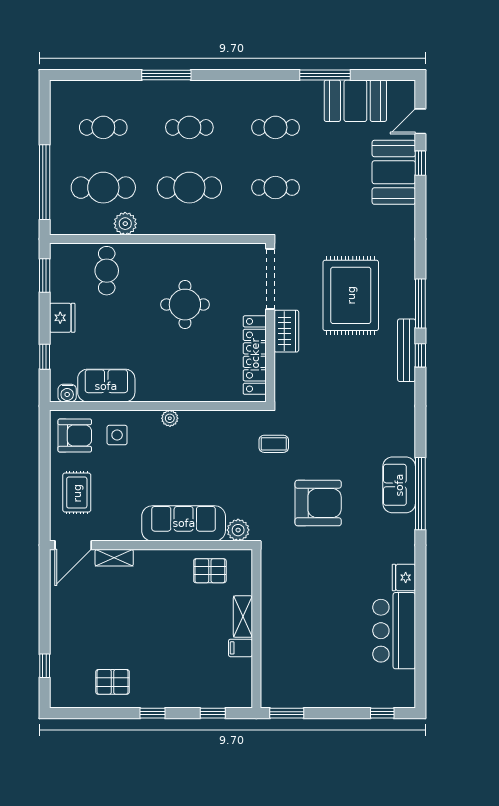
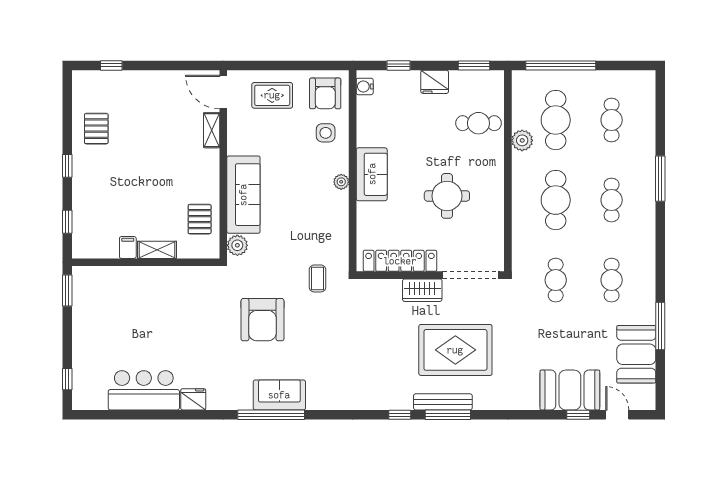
bench: (407, 350) -> (443, 402), moved
sofa: (106, 386) -> (372, 174), moved

